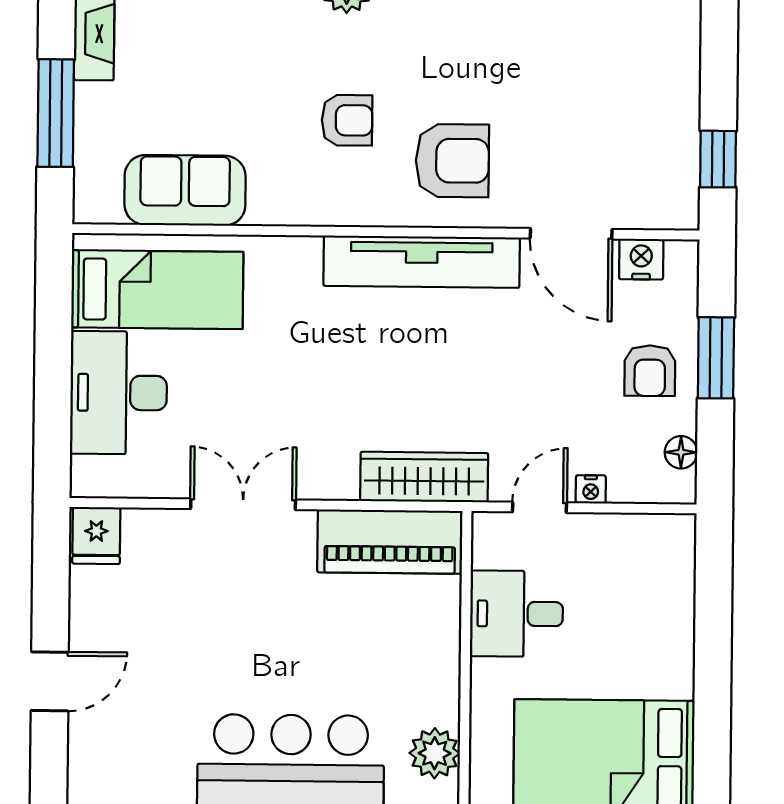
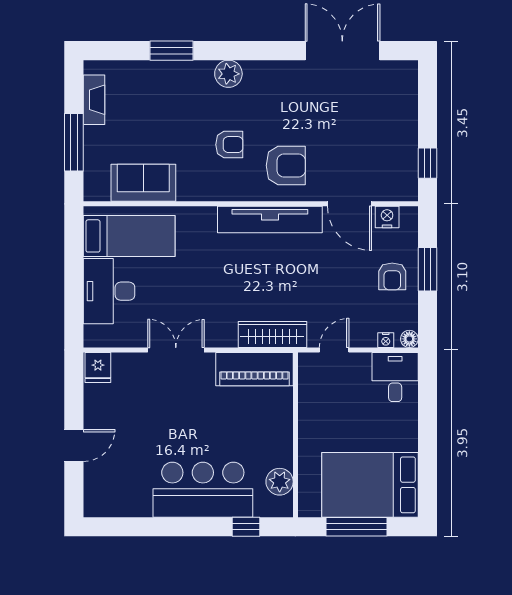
floor lamp: (681, 452) -> (409, 339), moved
nightstand: (591, 489) -> (386, 340), moved
desk: (517, 614) -> (395, 377), moved, turned 90

